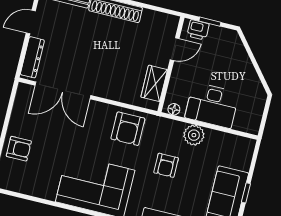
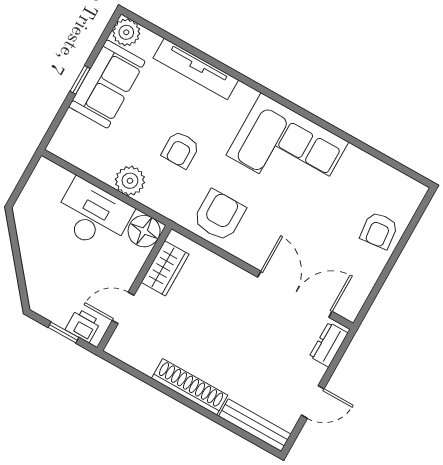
dresser: (32, 57) -> (329, 345), width x0.70
floor lamp: (174, 109) -> (144, 231), width x1.89, depth x1.89
armchair: (19, 149) -> (379, 230), turned -96
armchair: (166, 165) -> (180, 150), turned 180

